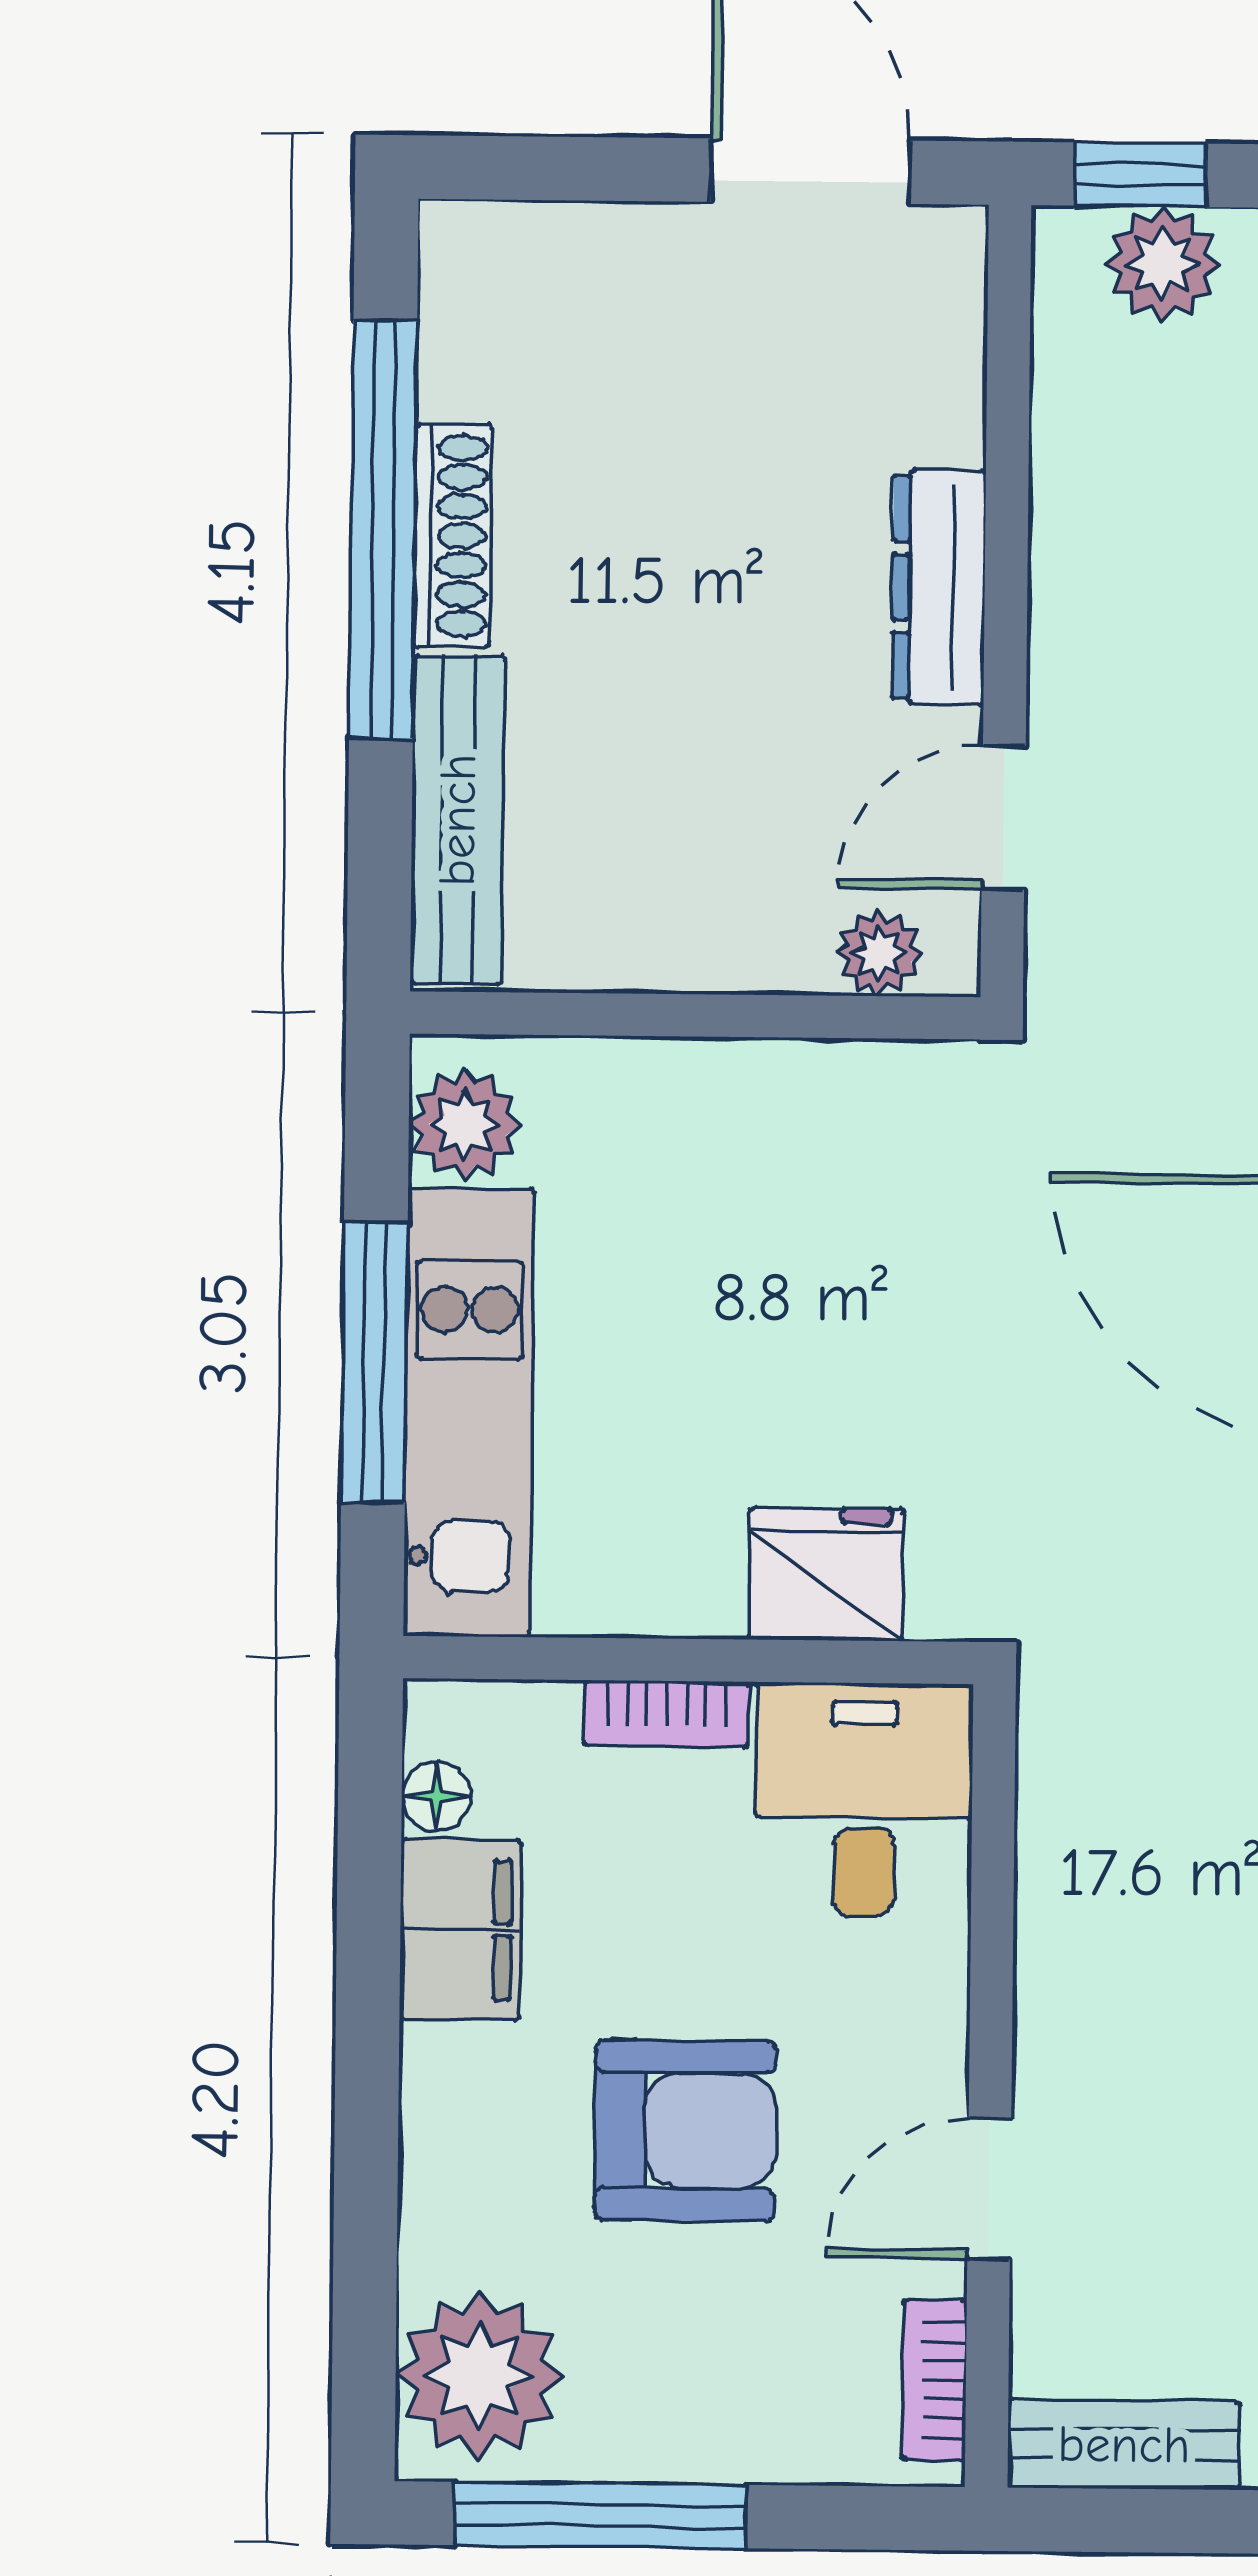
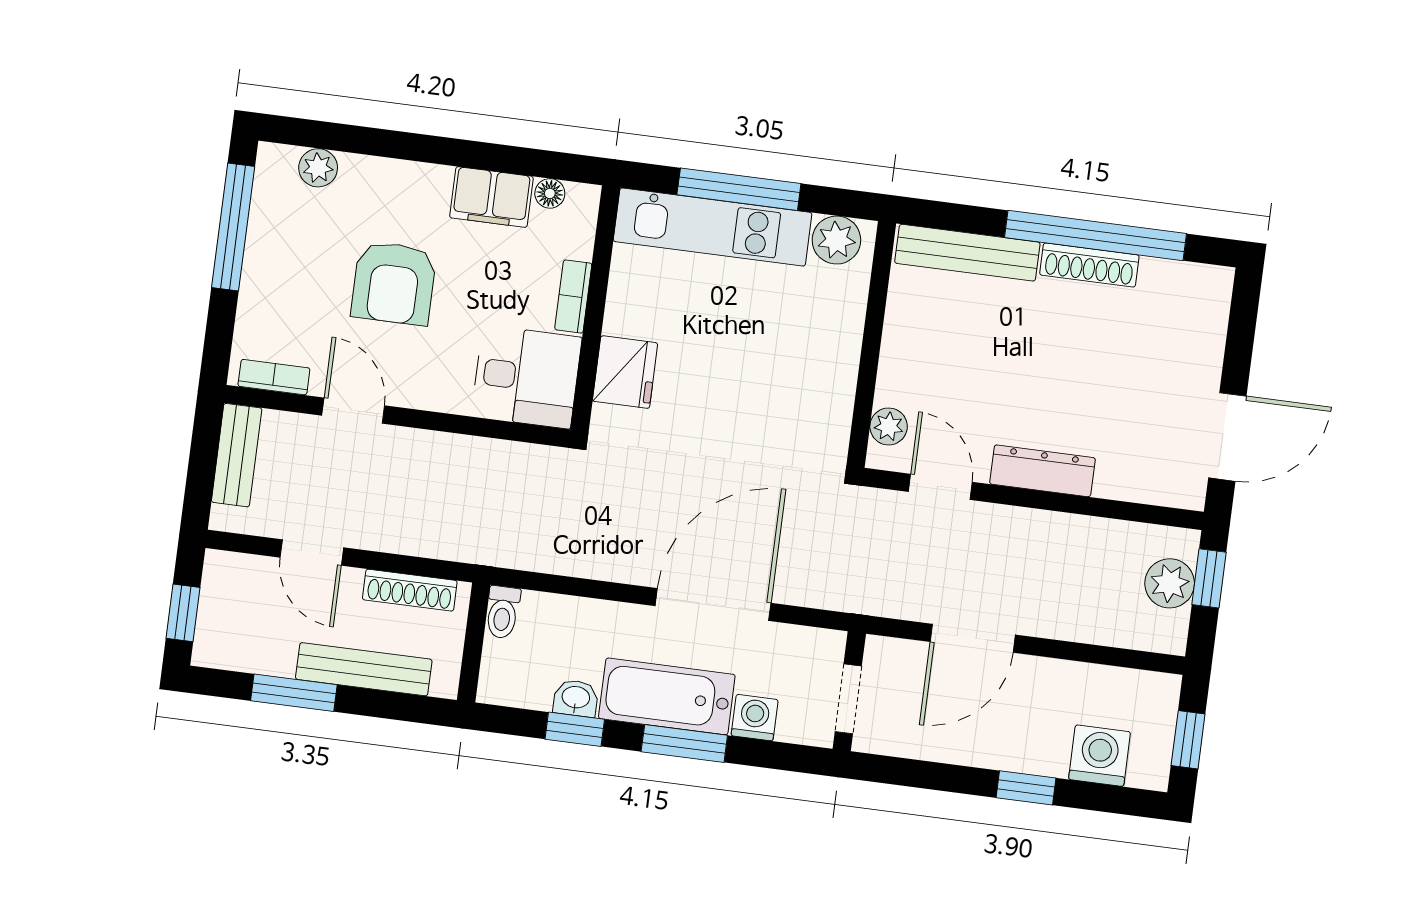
plant: (479, 2375) -> (318, 168), width x0.53, depth x0.53

